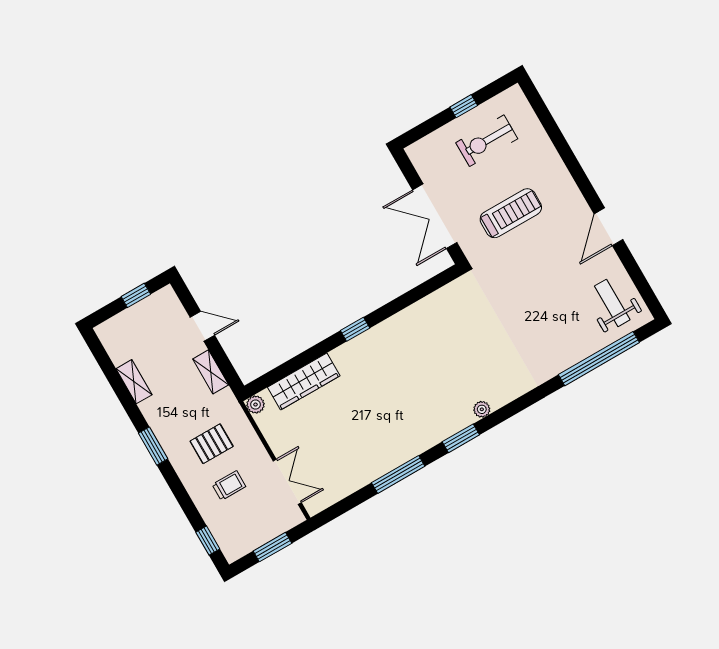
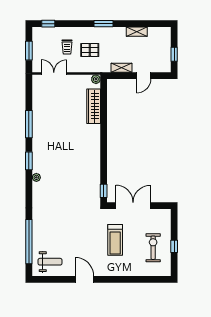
window: (355, 329) -> (104, 191), moved
pallet: (212, 444) -> (90, 50), turned 90
double door: (287, 482) -> (54, 74), swing flipped

